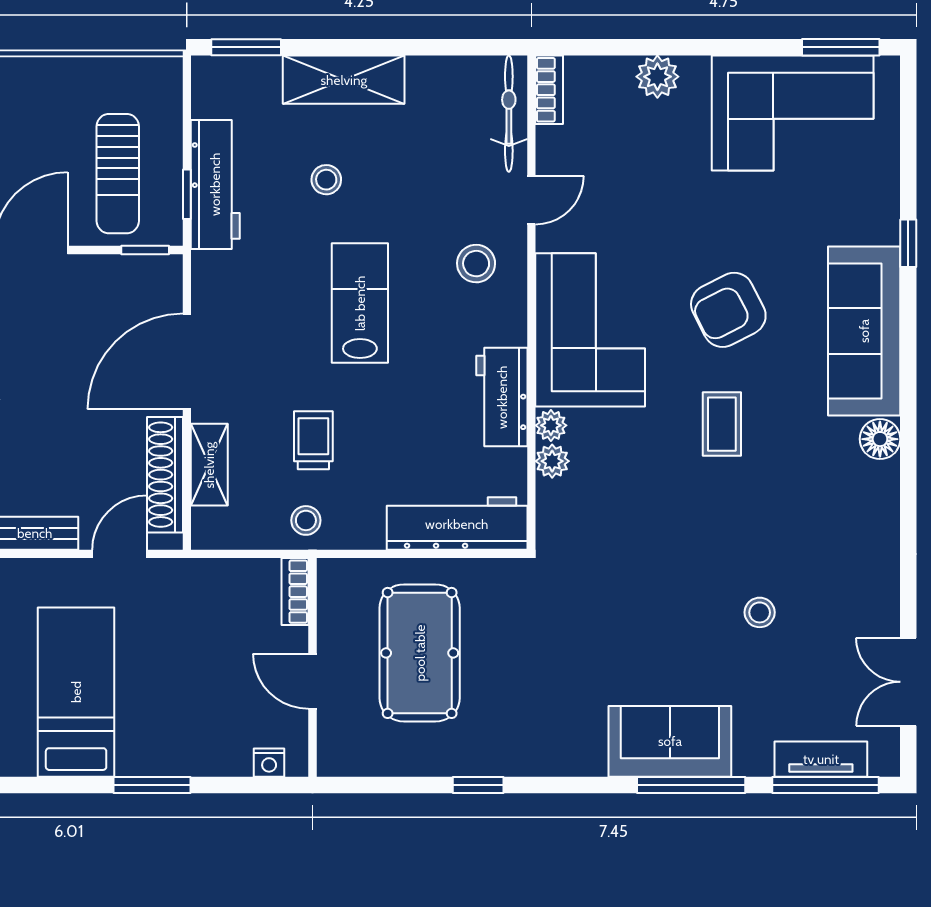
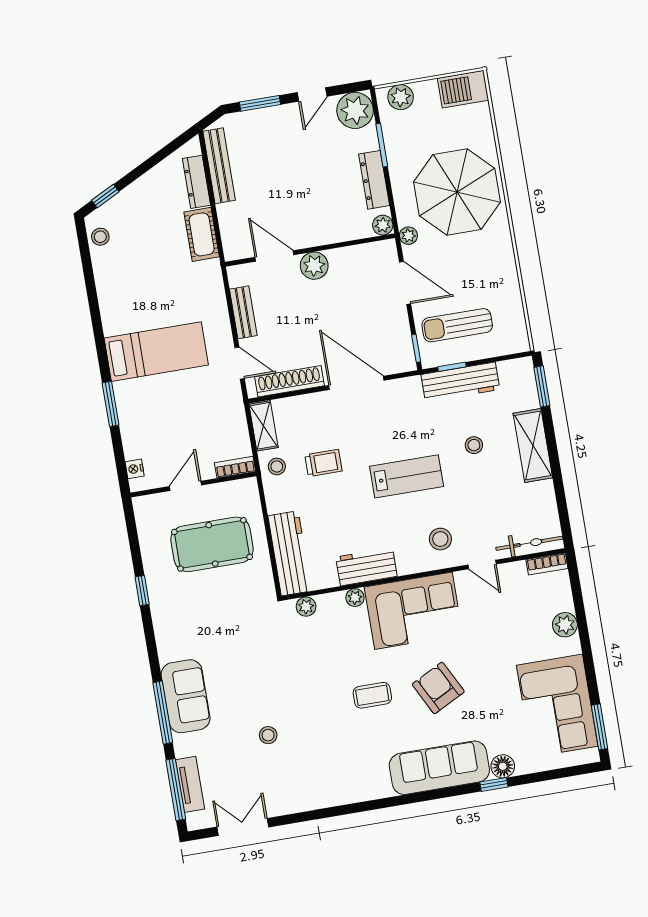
floor lamp: (880, 439) -> (503, 766), moved
plant: (552, 461) -> (306, 607), moved
shelving: (209, 465) -> (263, 426), moved, turned 90

